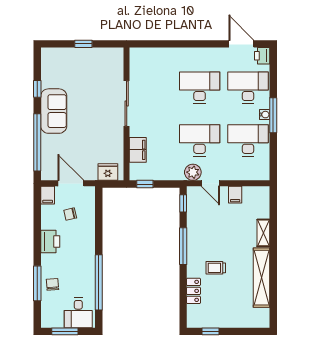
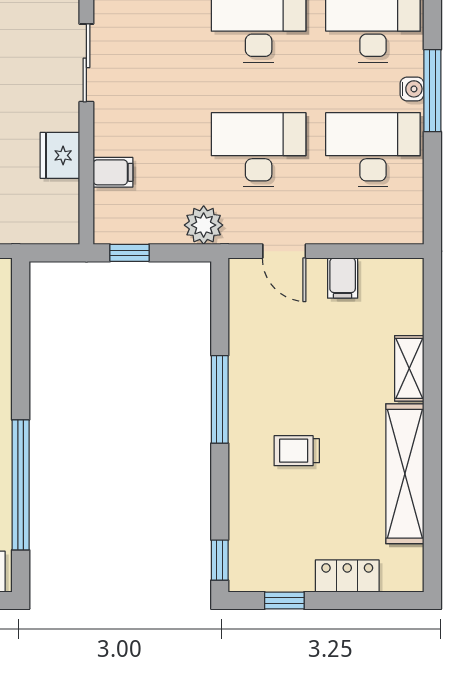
sliding door: (127, 103) -> (86, 63), width x0.73
filing cabinet: (138, 150) -> (113, 172), width x0.50
fridge: (108, 172) -> (60, 155), moved, turned -90
plant: (193, 172) -> (204, 225), moved
window: (183, 203) -> (220, 560), moved
locker: (193, 291) -> (347, 576), moved, turned -90

